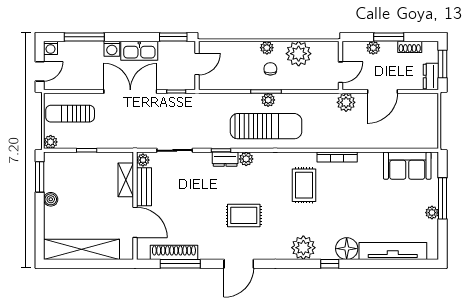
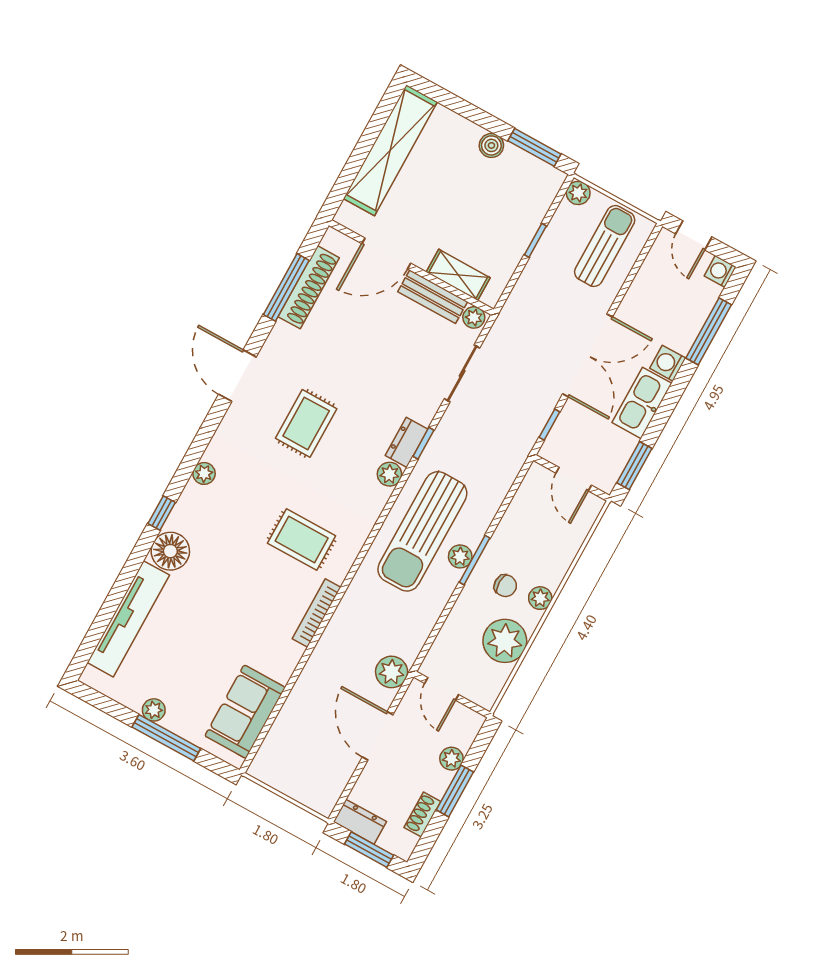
plant: (303, 248) -> (204, 473), width x0.53, depth x0.53

